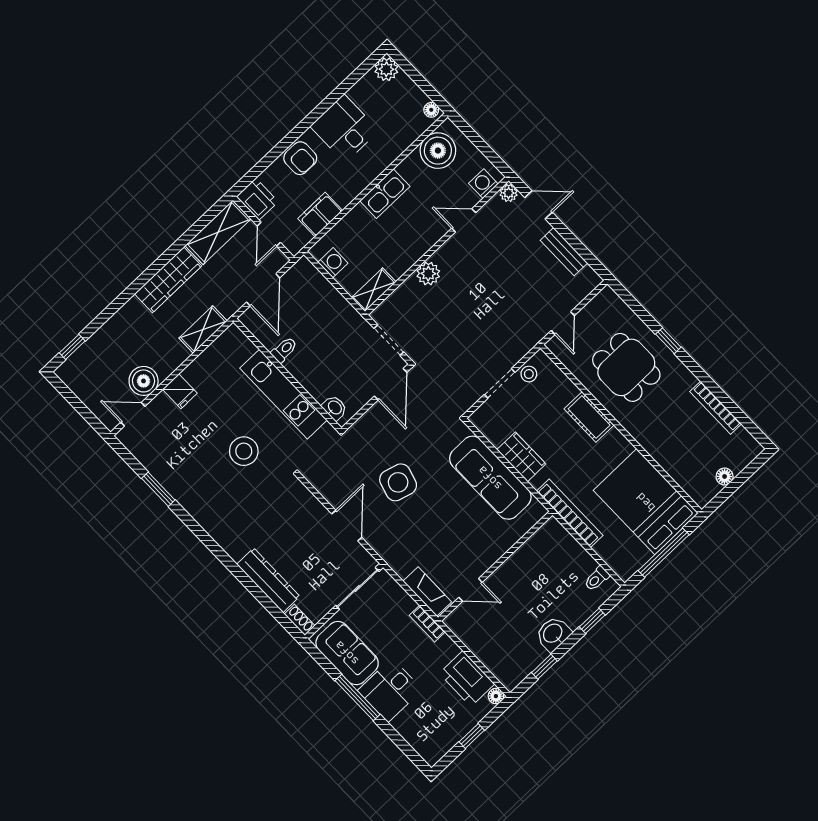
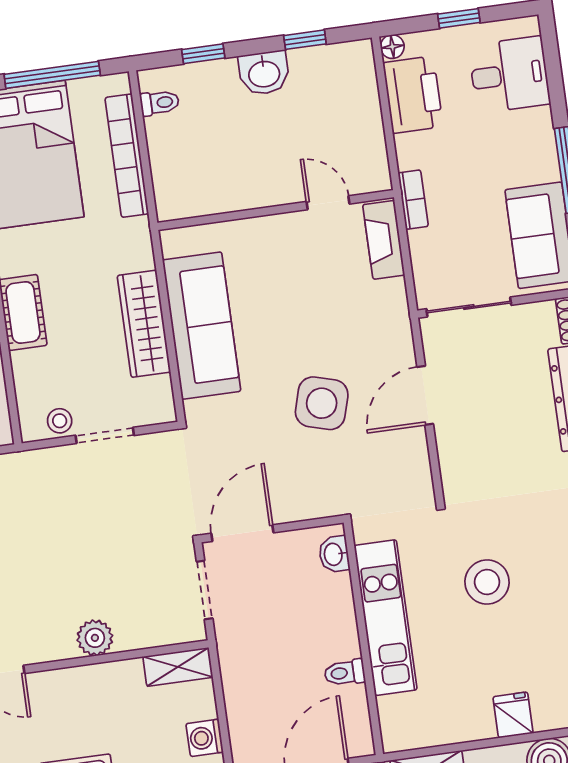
wardrobe: (521, 457) -> (144, 324), width x1.50
bookcase: (570, 513) -> (127, 156), moved
desk: (390, 690) -> (509, 75), moved

